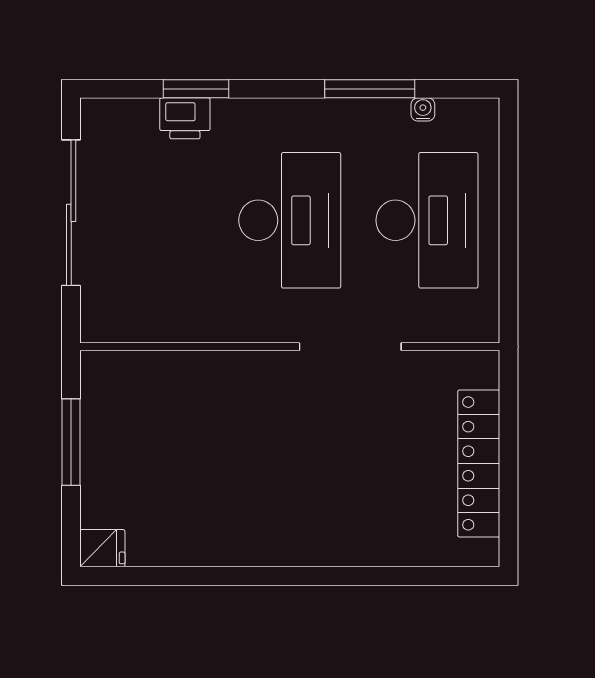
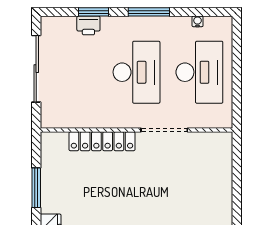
window: (370, 89) -> (149, 12), moved
window: (71, 442) -> (36, 188), moved
locker: (479, 463) -> (102, 141), moved, turned -90

